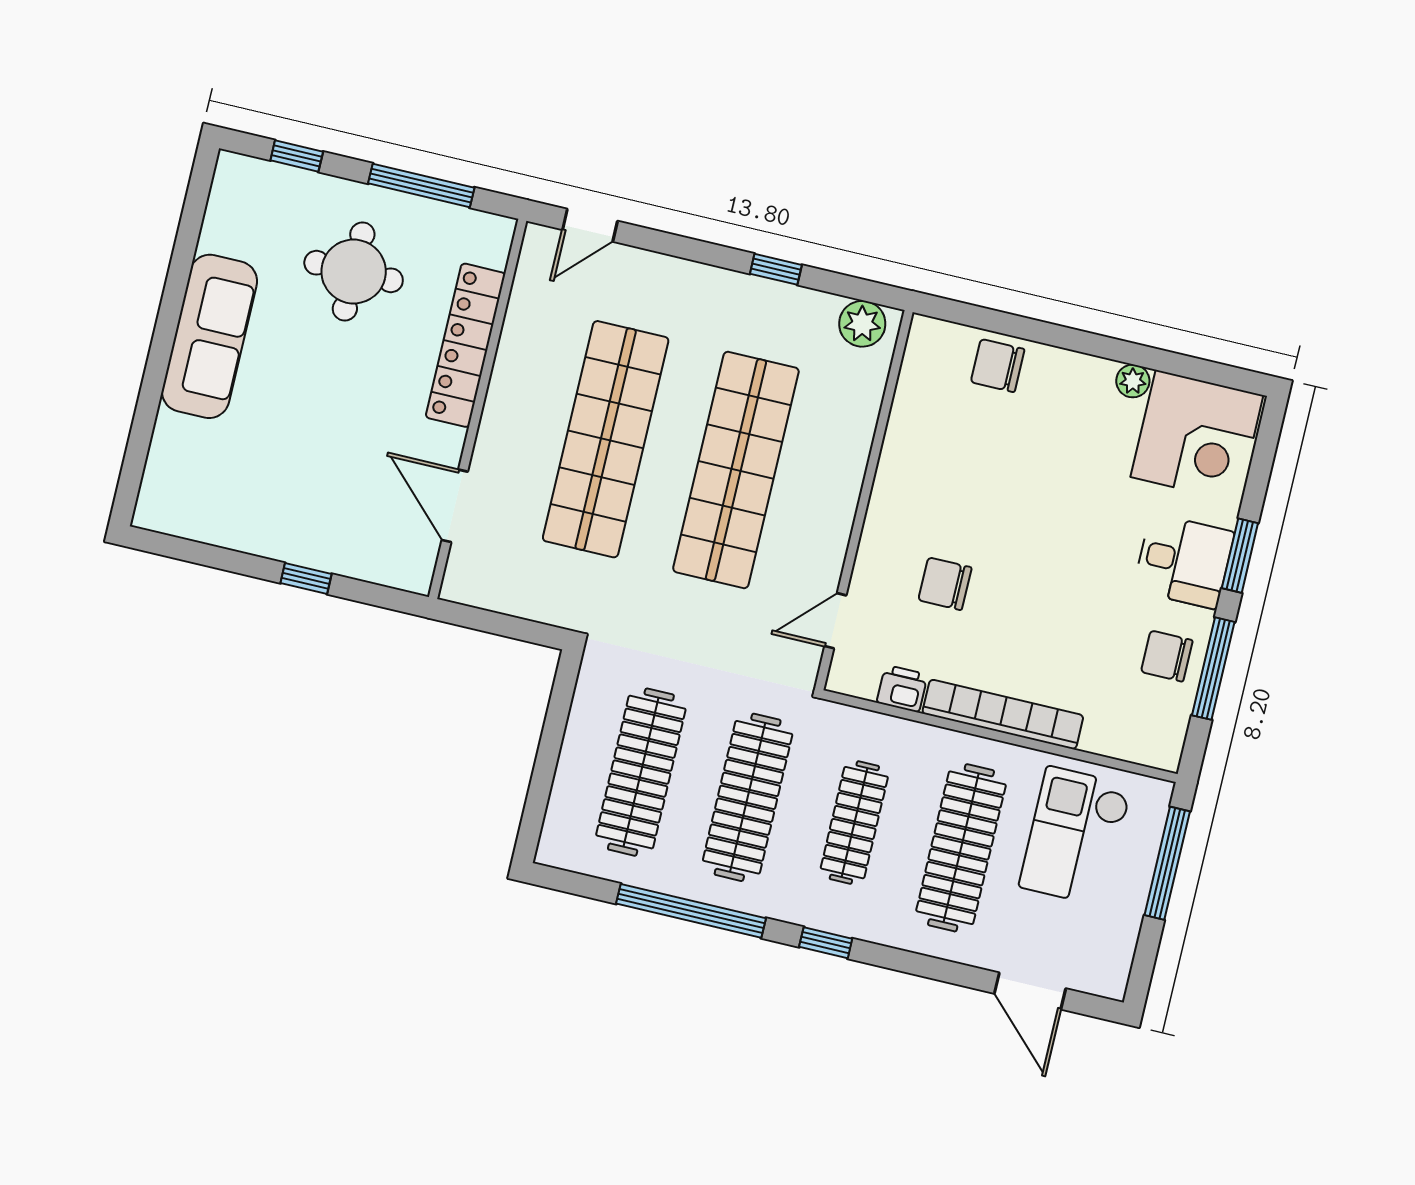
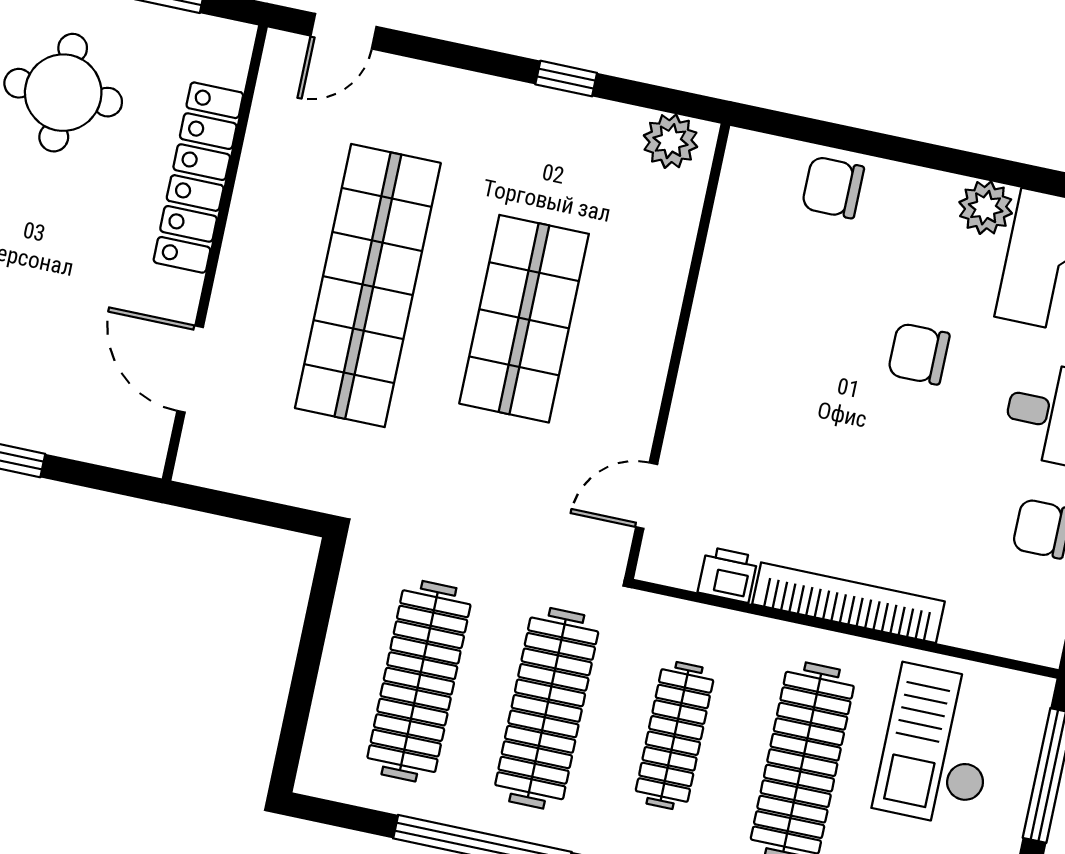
plant: (1133, 381) -> (986, 208), width x1.38, depth x1.38
shop shelf: (736, 470) -> (524, 319), width x0.71
chair: (945, 584) -> (919, 354), moved

